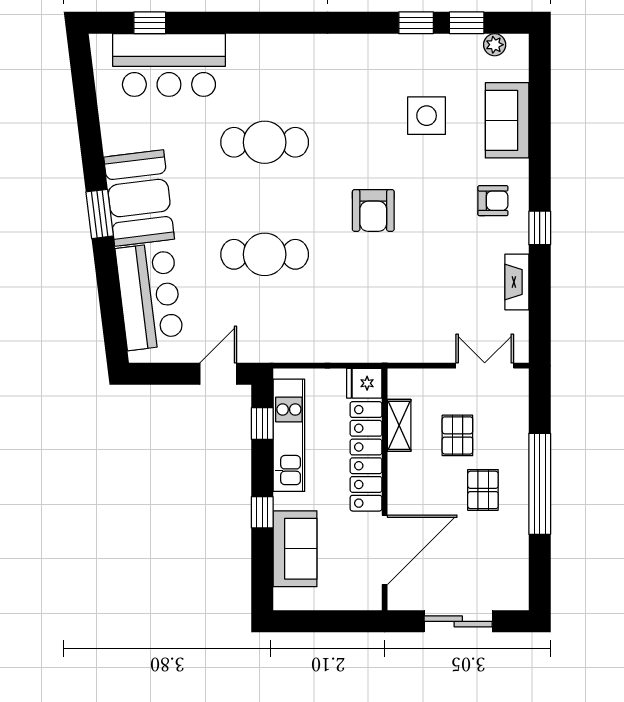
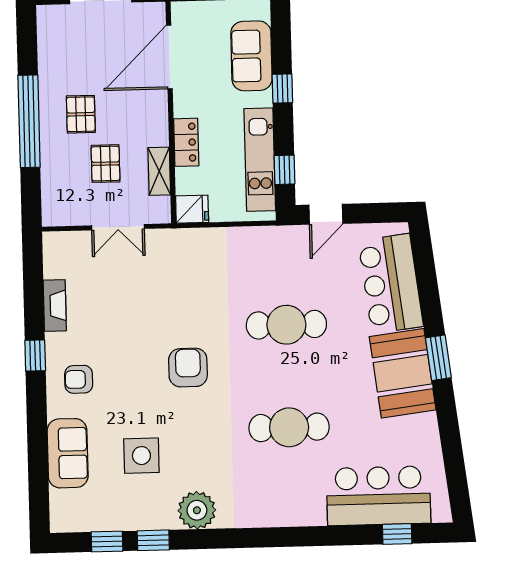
plant: (495, 45) -> (197, 510), moved, width x1.88, depth x1.88
double door: (485, 366) -> (118, 227), moved
locker: (366, 456) -> (186, 142), width x0.46, depth x0.83

